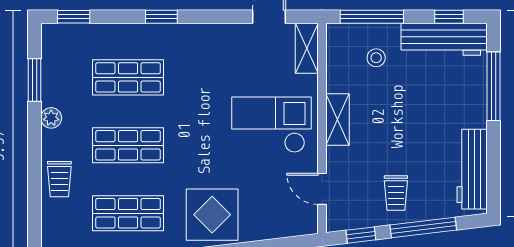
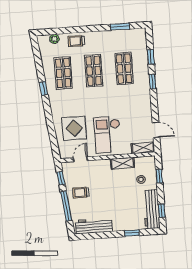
window: (74, 17) -> (151, 57), moved
window: (372, 17) -> (159, 176), width x0.46
window: (493, 86) -> (132, 233), width x0.46
plant: (51, 118) -> (54, 39), moved
shelving: (337, 120) -> (122, 163), moved
checkout: (272, 125) -> (108, 135), turned 180
display table: (212, 215) -> (74, 128), moved

